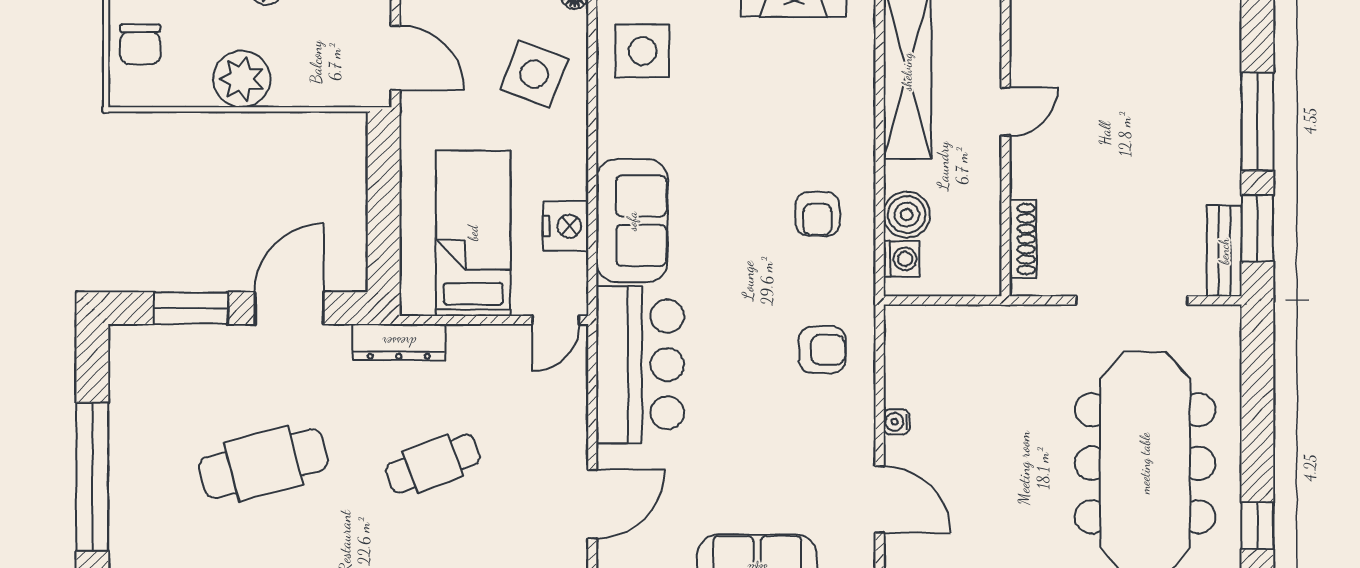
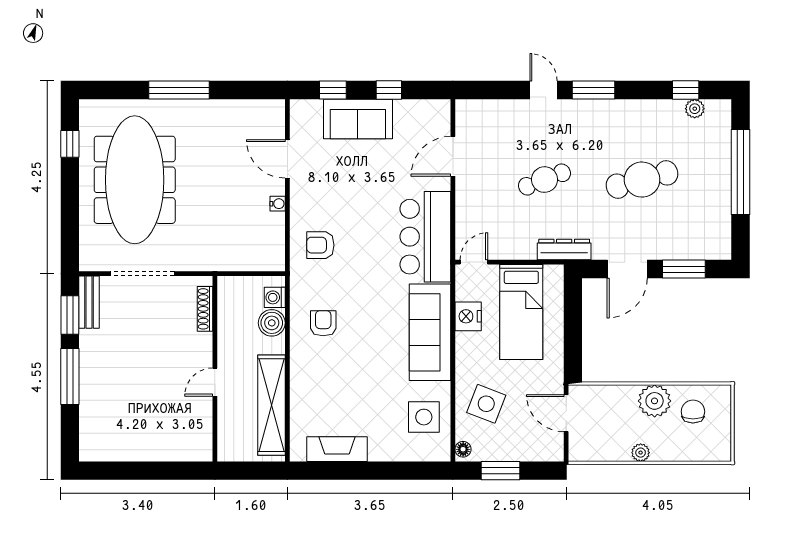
chair: (140, 44) -> (693, 412), moved
sofa: (632, 221) -> (430, 332), width x1.36

